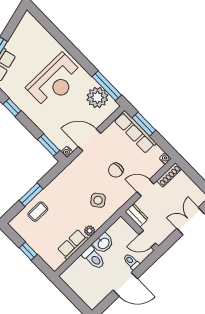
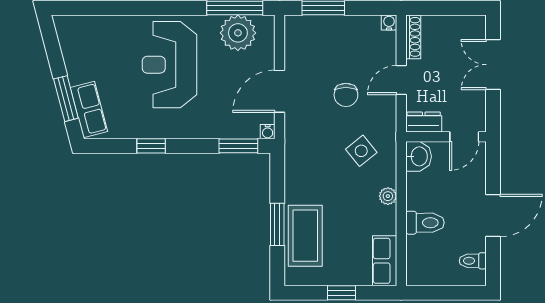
reception desk: (55, 81) -> (169, 65), turned 180
row of seats: (135, 132) -> (323, 28), removed
coffee table: (38, 212) -> (305, 236), width x1.86, depth x1.72
washbasin: (103, 243) -> (419, 156), moved
row of seats: (73, 244) -> (385, 261), moved
toilet: (131, 262) -> (473, 261), moved

